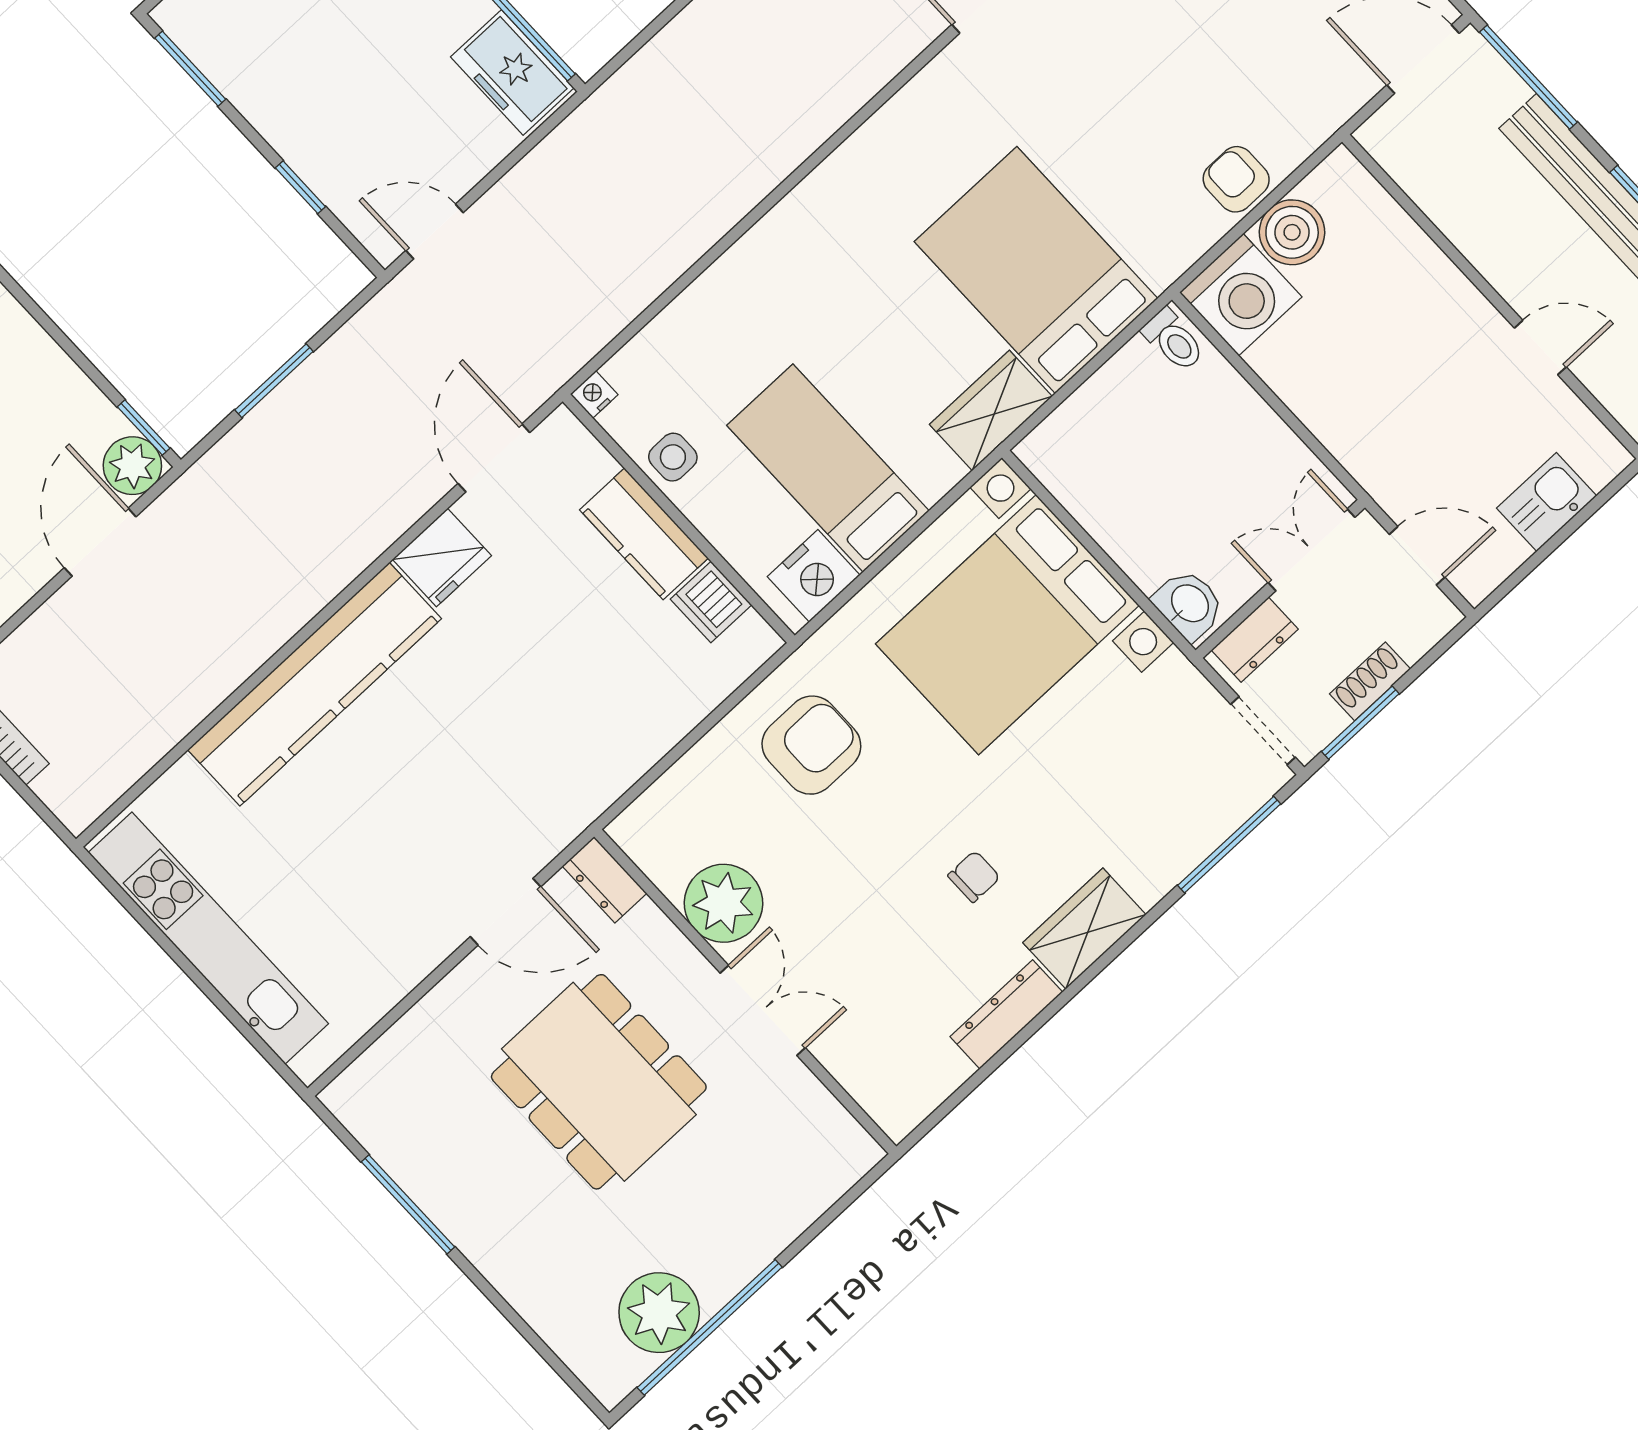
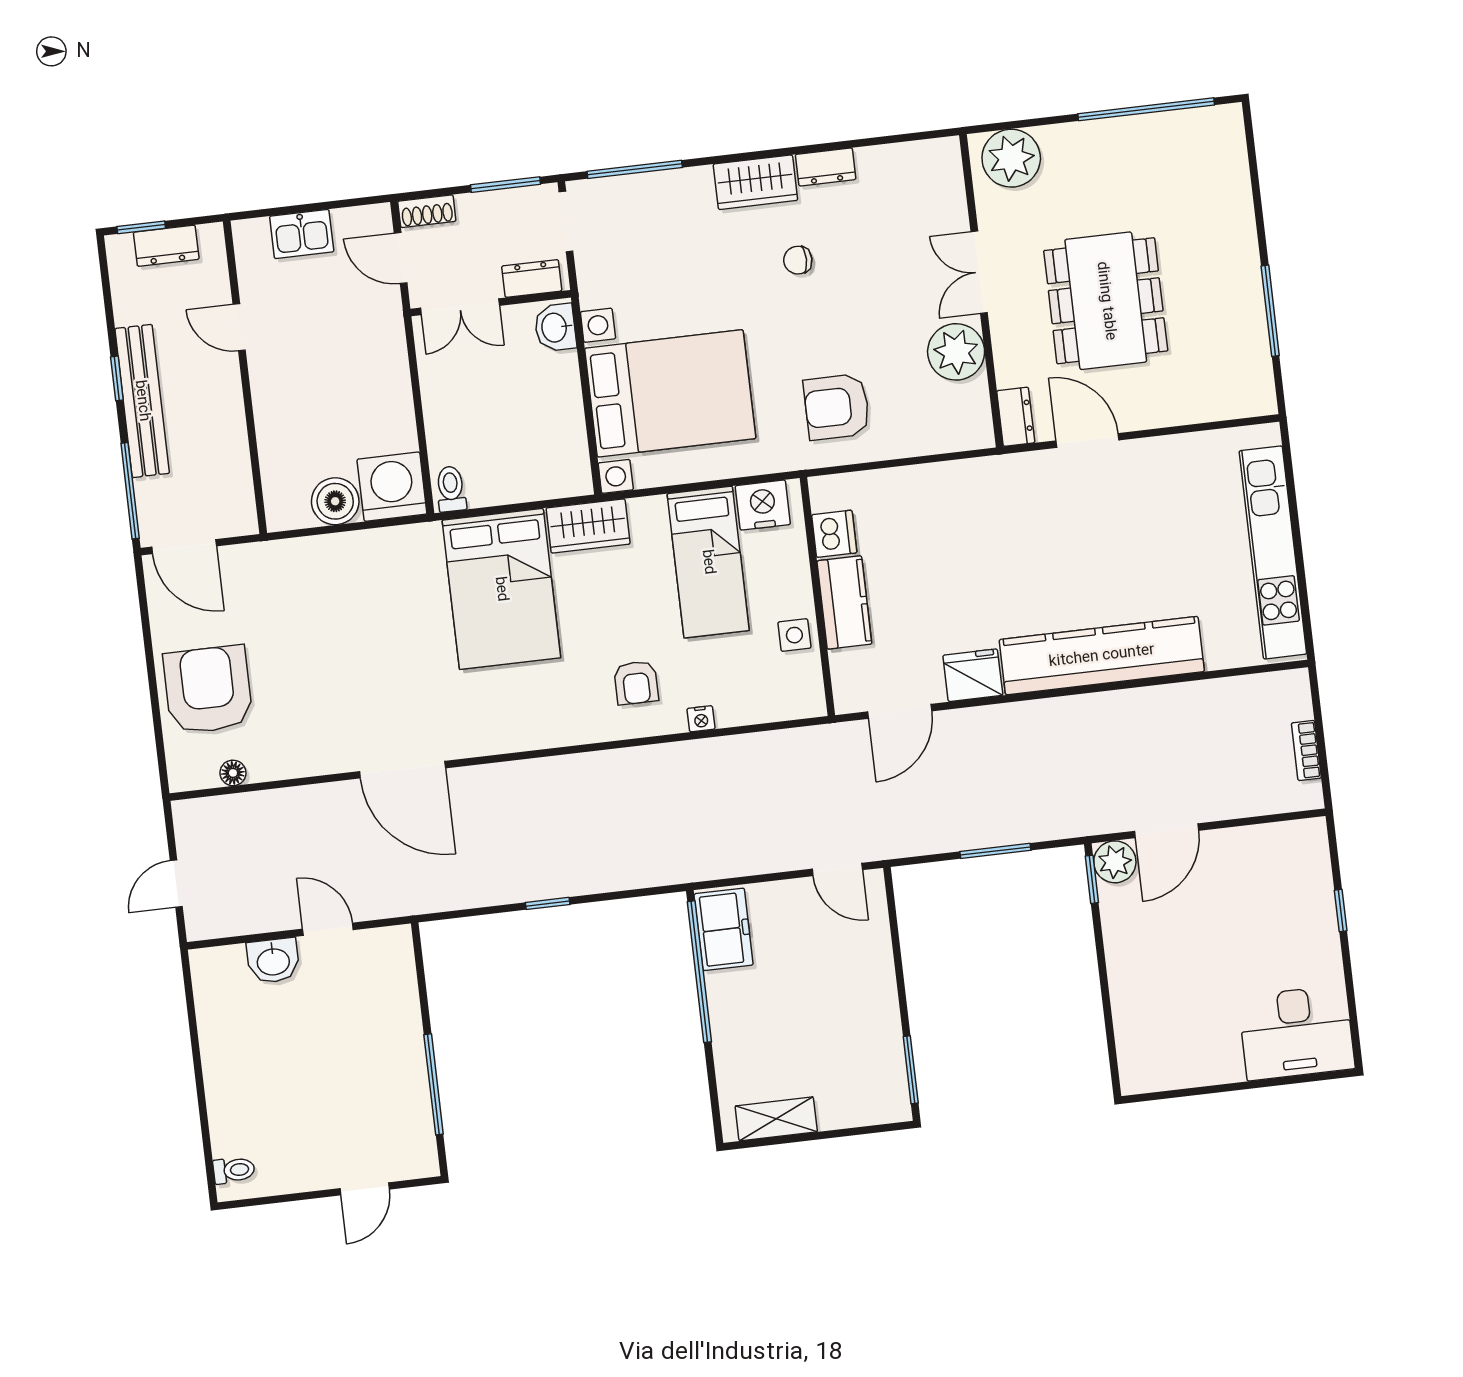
armchair: (1236, 179) -> (636, 683), moved
window: (300, 187) -> (897, 953), removed
nightstand: (594, 394) -> (701, 719), moved
shoe rack: (1370, 681) -> (427, 211), moved
dresser: (1006, 1014) -> (826, 167), width x0.70
plant: (659, 1313) -> (1011, 158), moved

